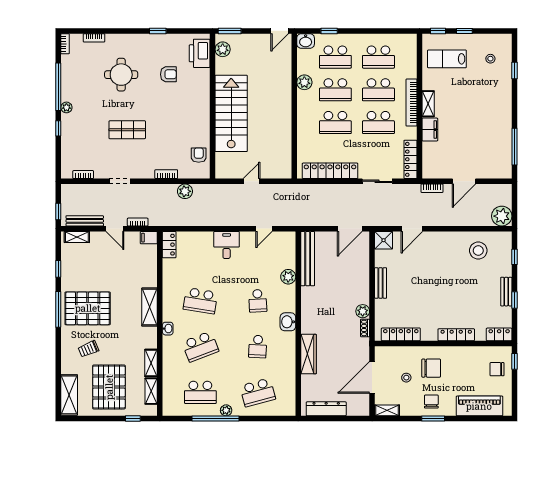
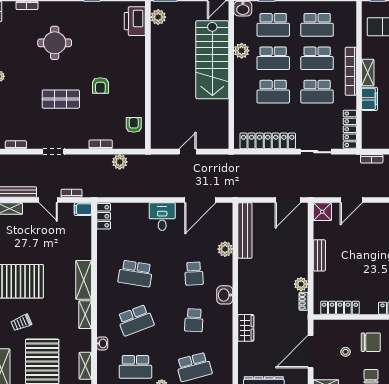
armchair: (168, 74) -> (100, 86), moved, turned 90
stairs: (231, 113) -> (212, 60), moved, turned 180
door: (264, 229) -> (200, 200), width x1.87
washbasin: (168, 329) -> (102, 343), moved
wardrobe: (309, 354) -> (246, 328), width x0.67
shelving: (151, 363) -> (85, 315), moved

